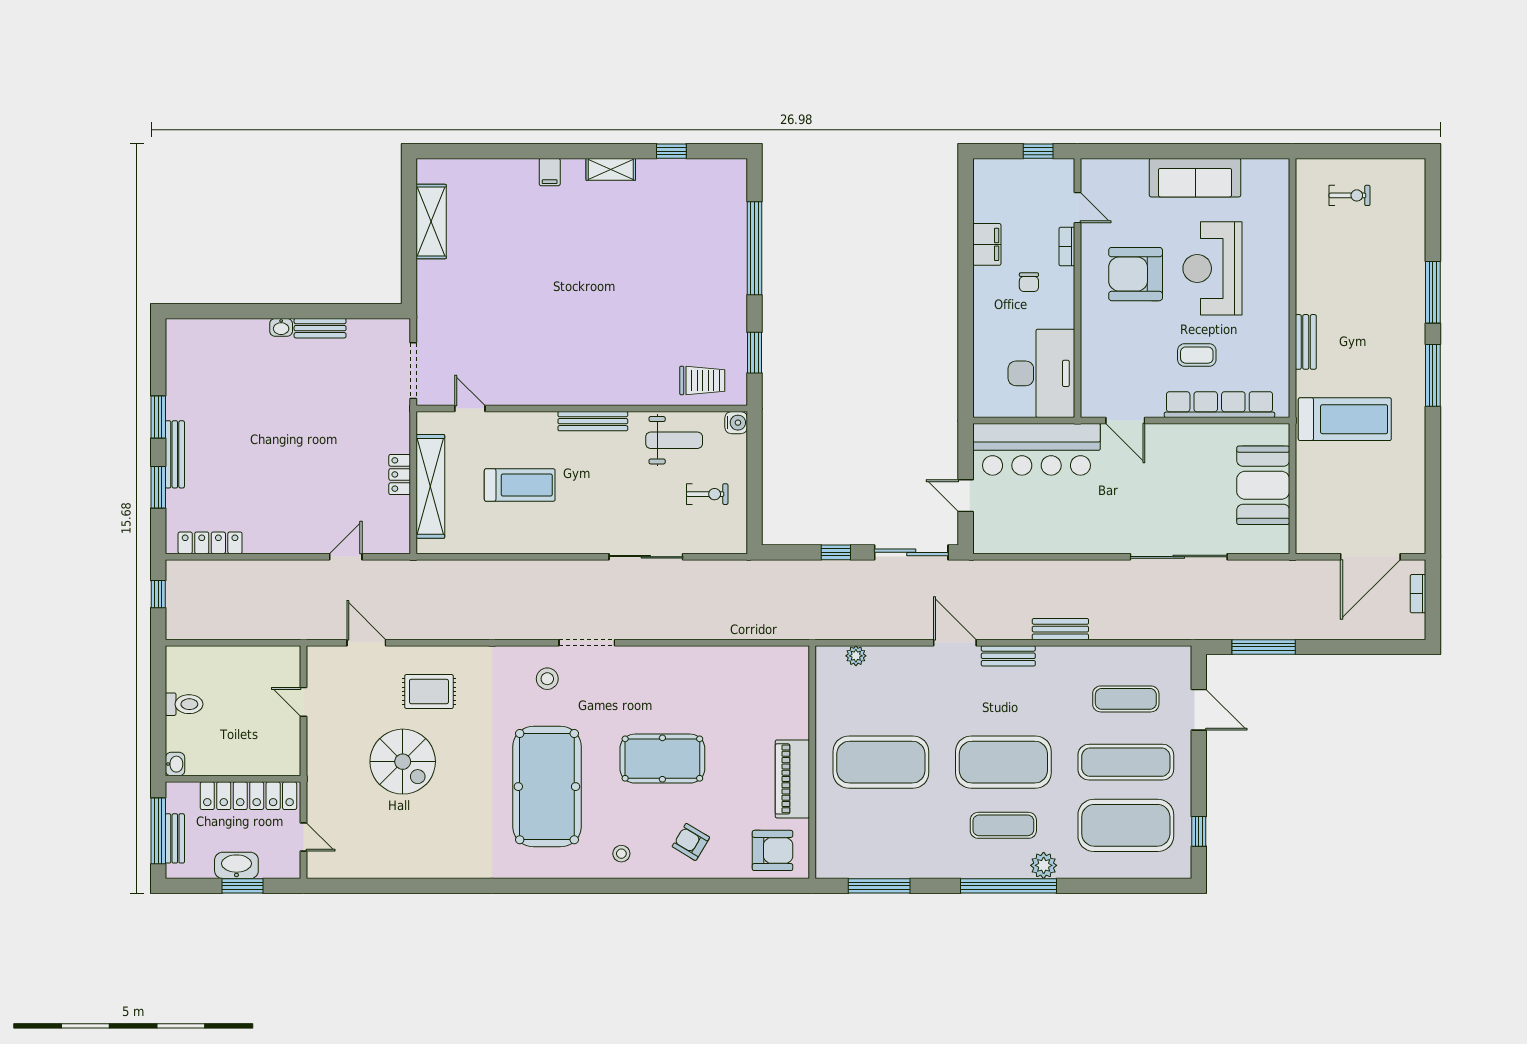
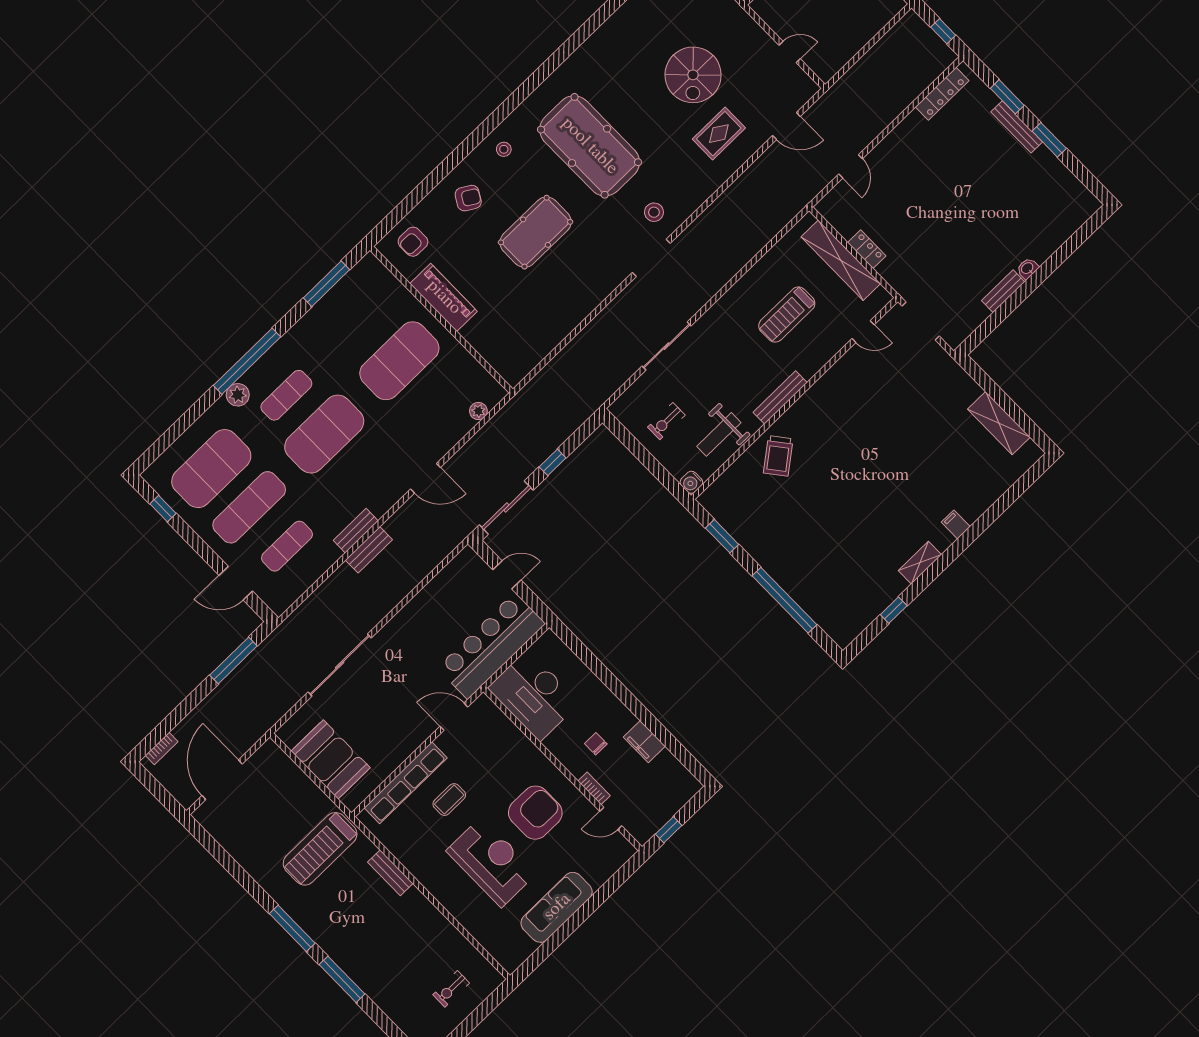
trolley: (702, 380) -> (778, 456), moved, turned -38
bookcase: (1418, 594) -> (162, 748), moved, turned 90
bench: (1008, 656) -> (356, 531), moved
spiral stairs: (403, 762) -> (693, 75), turned -90
armchair: (773, 850) -> (413, 242), width x0.72, depth x0.72

